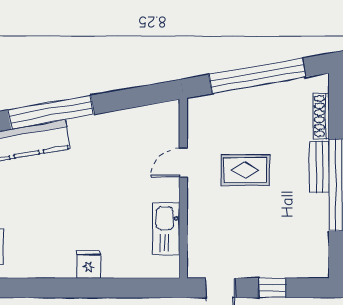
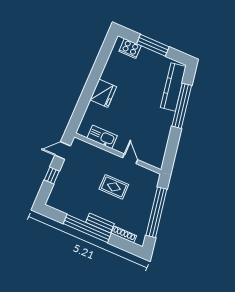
rug: (245, 170) -> (114, 187), turned 90
fridge: (89, 265) -> (103, 93), width x1.88, depth x1.34

